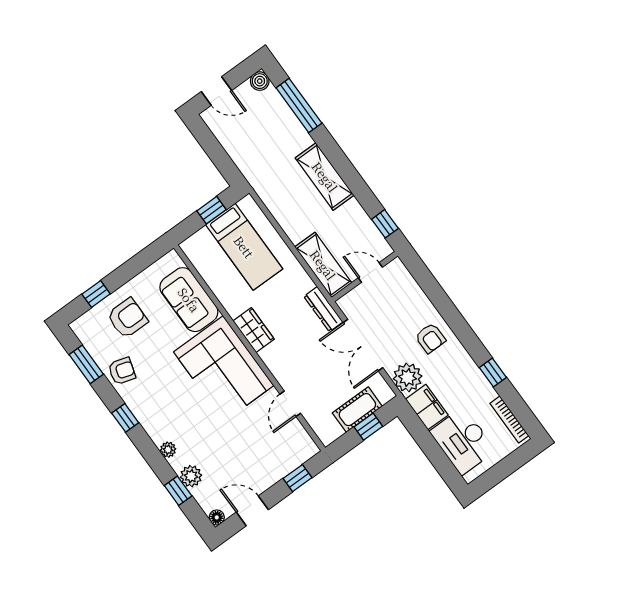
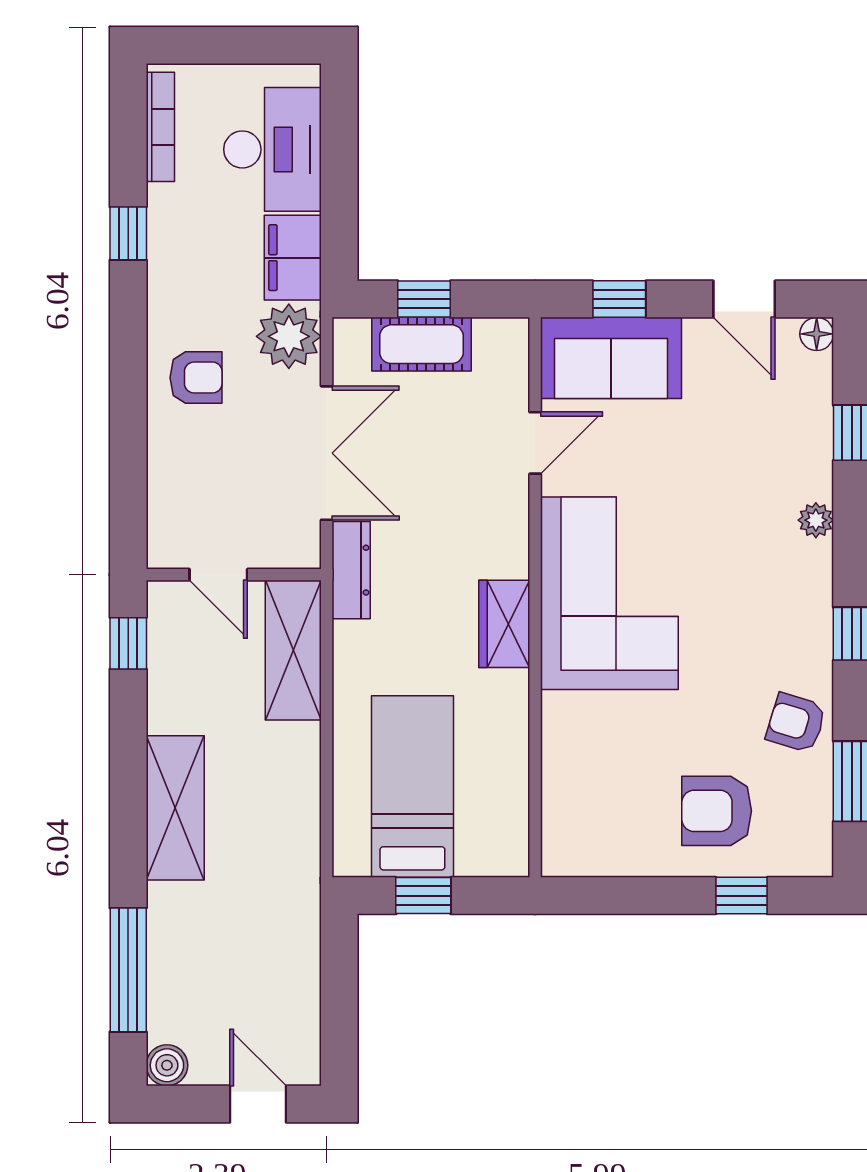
sofa: (189, 300) -> (611, 358), moved, turned 90
armchair: (430, 338) -> (196, 378), turned 90
plant: (191, 476) -> (809, 442), removed

